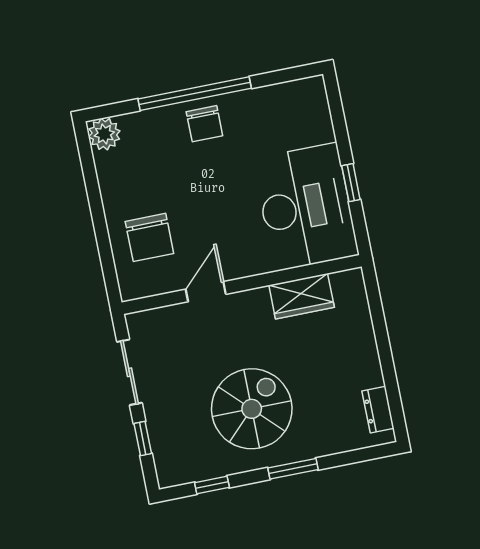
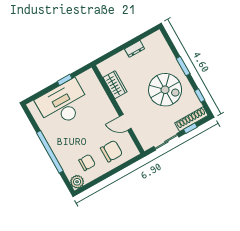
chair: (204, 124) -> (87, 162), moved
desk: (306, 207) -> (63, 104), moved
spiral stairs: (252, 409) -> (165, 90), turned 180
dresser: (378, 410) -> (135, 49), moved
shoe rack: (163, 448) -> (191, 119), added

